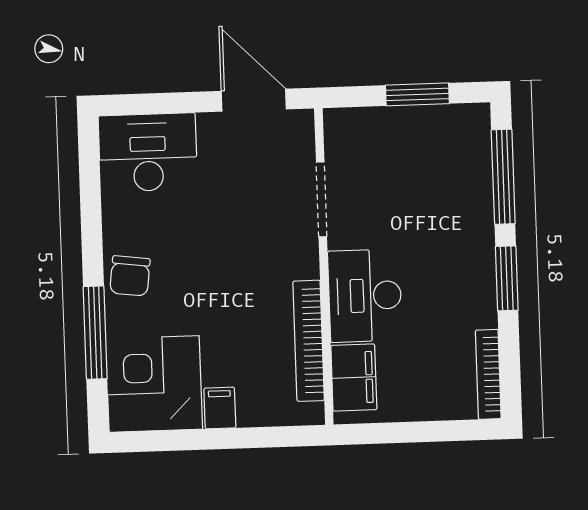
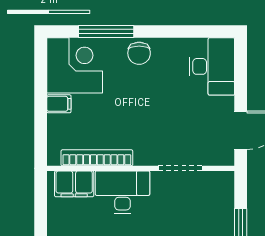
chair: (130, 276) -> (139, 53), turned -97

